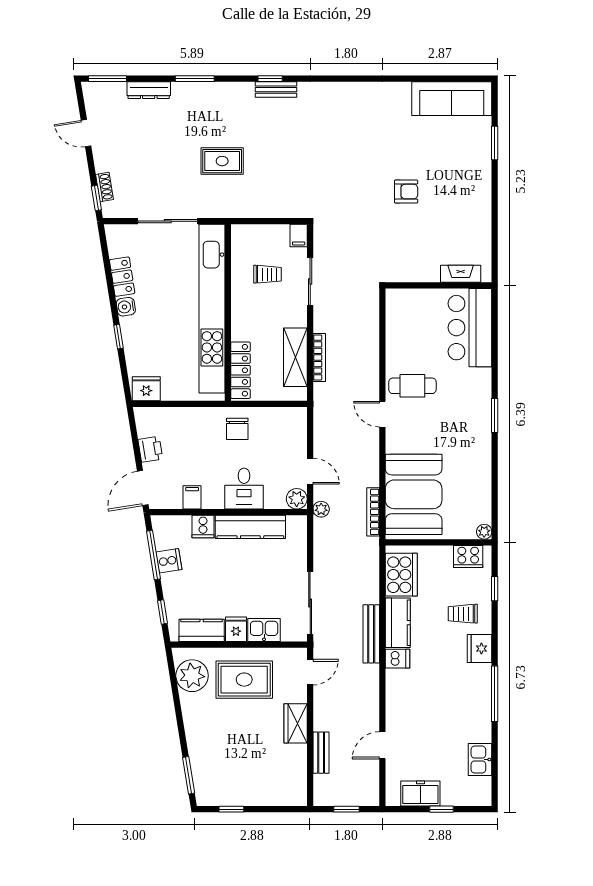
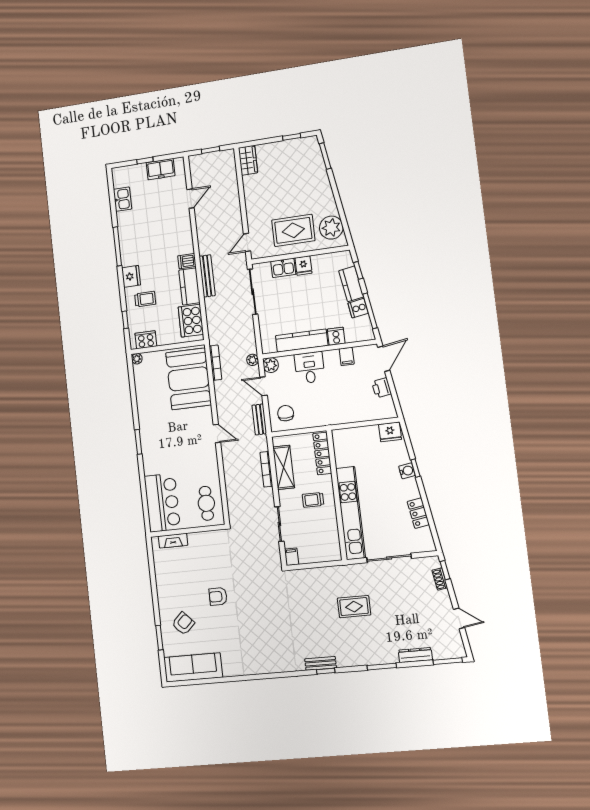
armchair: (459, 159) -> (183, 623), added
trolley: (268, 274) -> (313, 500), moved
water cooler: (126, 307) -> (407, 471), moved
kitchen unit: (212, 309) -> (350, 513), width x0.73
cafe table: (412, 386) -> (206, 503), moved, turned 90
chair: (237, 429) -> (286, 413), moved
kitchen counter: (202, 630) -> (351, 284), moved, turned 81
wardrobe: (296, 723) -> (248, 160), moved
bench: (321, 753) -> (259, 419), moved

